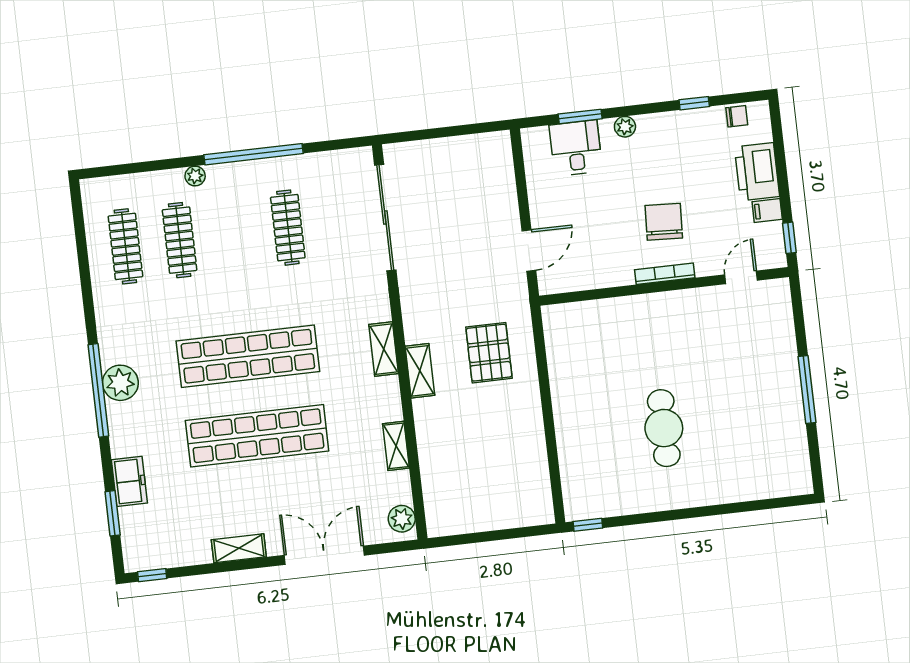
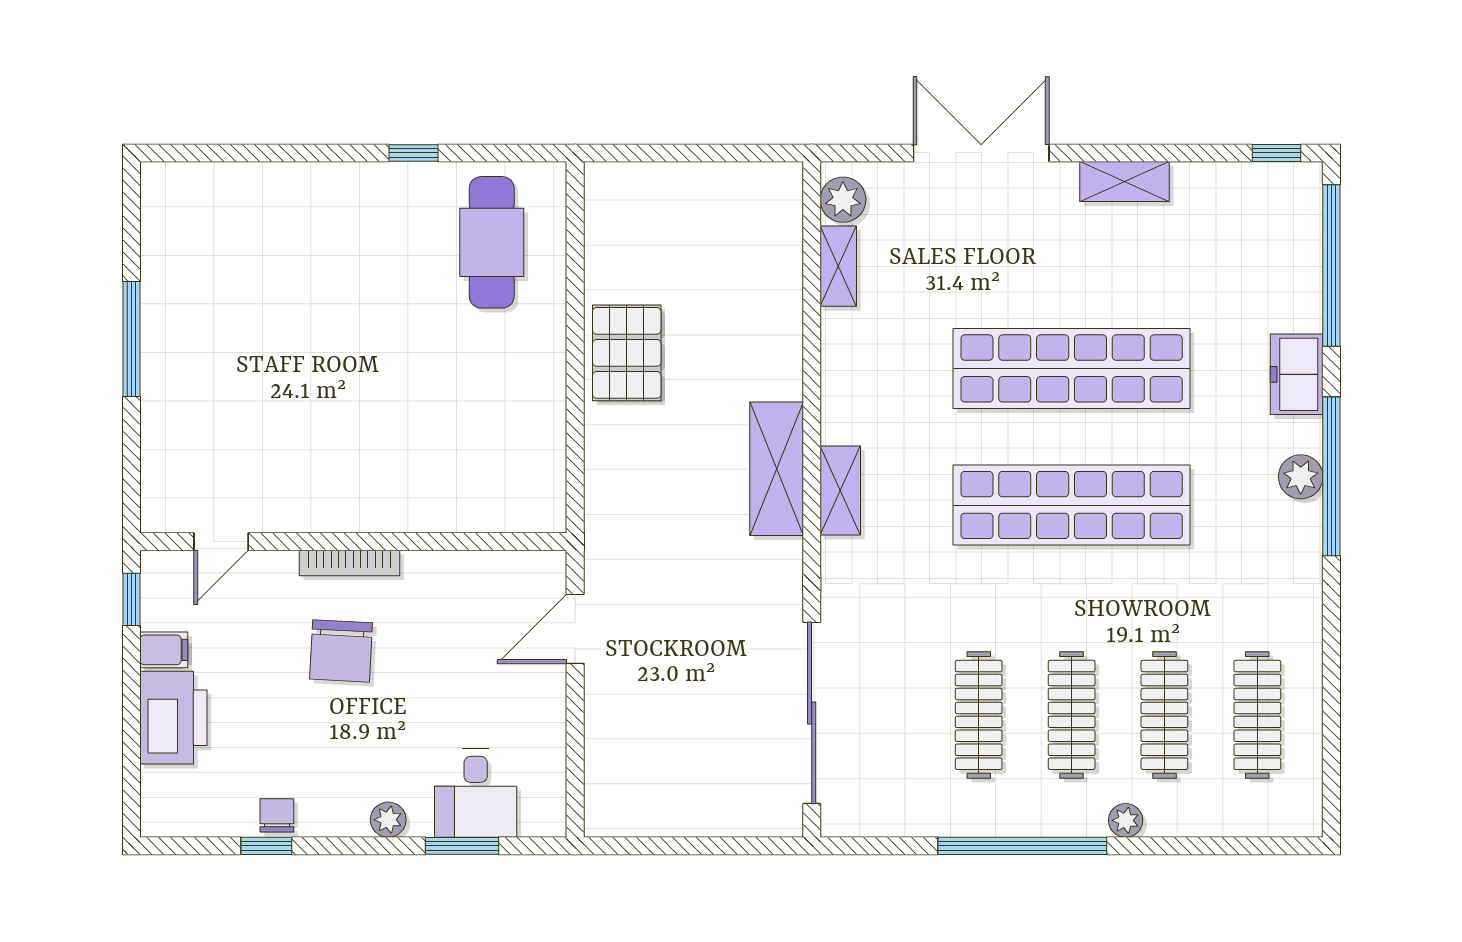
chair: (737, 116) -> (277, 815), moved, turned 90
clothes rail: (234, 234) -> (1072, 715), added
pallet: (489, 353) -> (627, 353), moved
shelving: (420, 371) -> (777, 469), width x1.50, depth x1.33
plant: (120, 383) -> (1301, 477), width x0.73, depth x0.73
cafe table: (664, 428) -> (492, 242), moved
shelving: (396, 446) -> (838, 266), moved
freezer: (129, 481) -> (1297, 374), moved
window: (113, 513) -> (1331, 266), width x2.11
window: (588, 525) -> (414, 153), moved
double door: (324, 555) -> (981, 153), swing flipped

